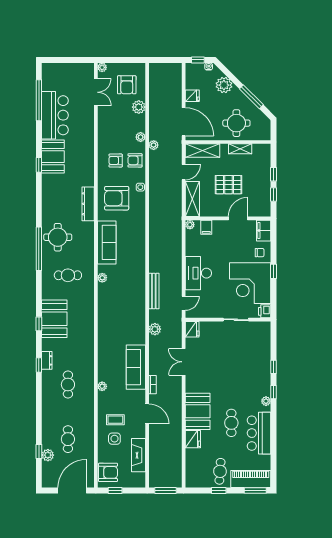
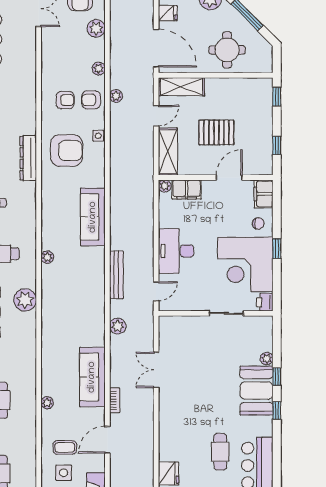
plant: (154, 145) -> (116, 96), moved
shelving: (240, 149) -> (232, 84), removed
armchair: (116, 161) -> (65, 100), turned 180
window: (274, 174) -> (277, 97), moved
armchair: (117, 198) -> (67, 151), turned 180
filing cabinet: (206, 227) -> (187, 190), width x2.00
sofa: (107, 242) -> (93, 217), moved, turned 180
plant: (86, 310) -> (25, 300), added
fridge: (192, 329) -> (168, 326), removed
plant: (266, 401) -> (267, 359), moved
booth: (198, 411) -> (257, 391), moved
door: (147, 414) -> (107, 440), swing flipped

